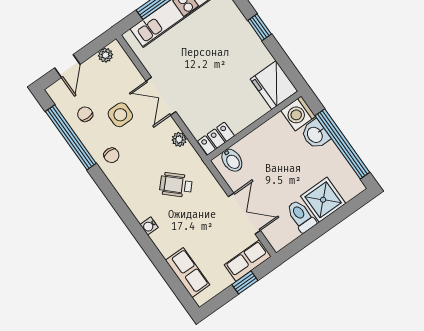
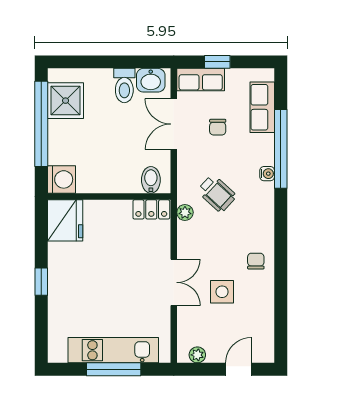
chair: (85, 114) -> (218, 127), moved
washbasin: (315, 134) -> (151, 80), moved, turned 90
window: (71, 137) -> (281, 149), moved
plant: (179, 139) -> (185, 212), moved
shower: (323, 200) -> (66, 101), moved

